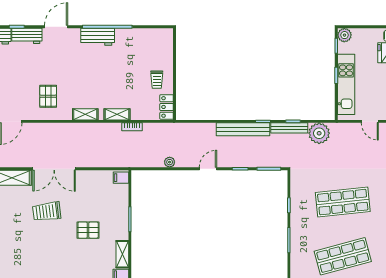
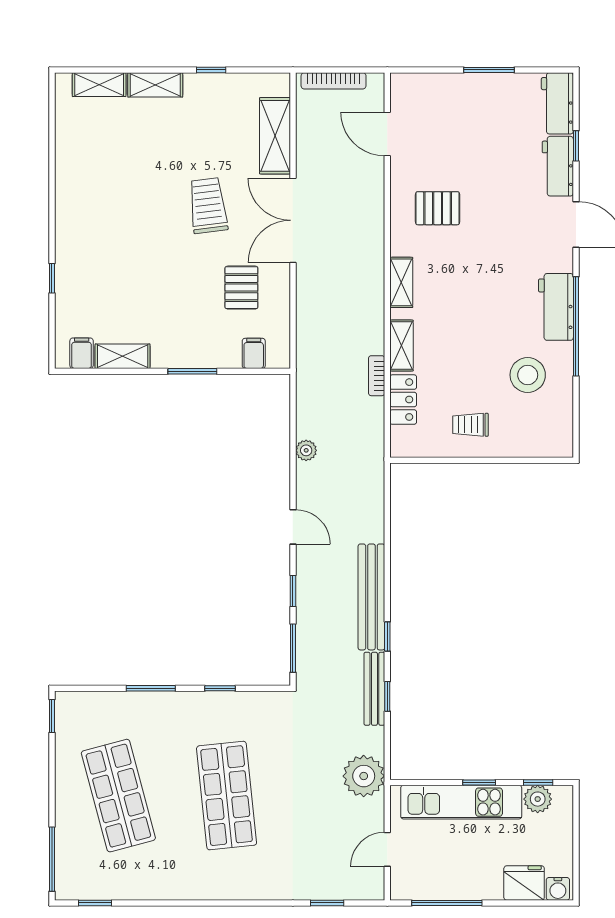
plant: (344, 35) -> (538, 799), moved
stool: (132, 51) -> (528, 375), added
locker: (167, 107) -> (403, 400), moved, turned 90
plant: (319, 133) -> (364, 776), moved
filing cabinet: (121, 178) -> (254, 353), moved
pallet: (88, 230) -> (241, 288), moved

